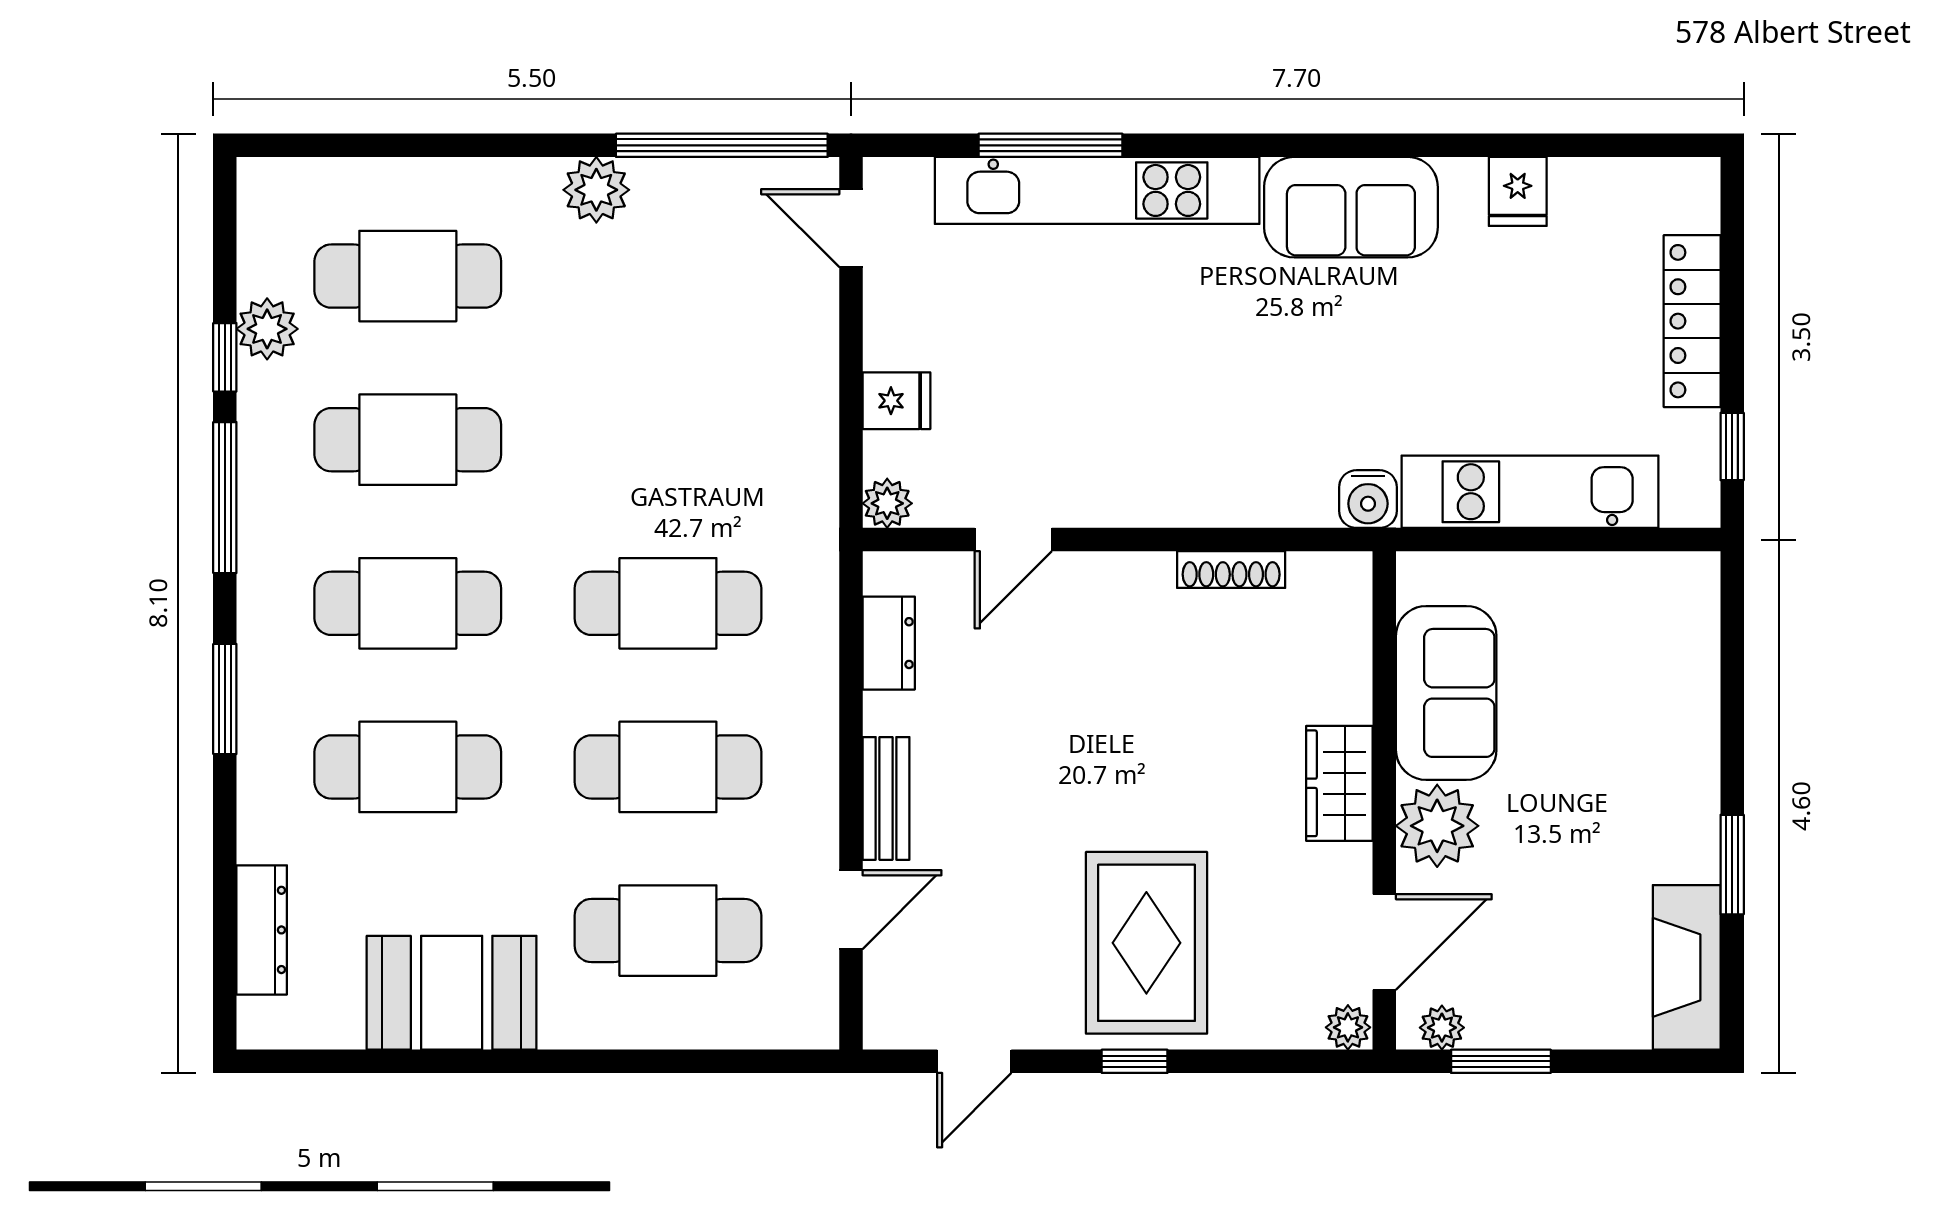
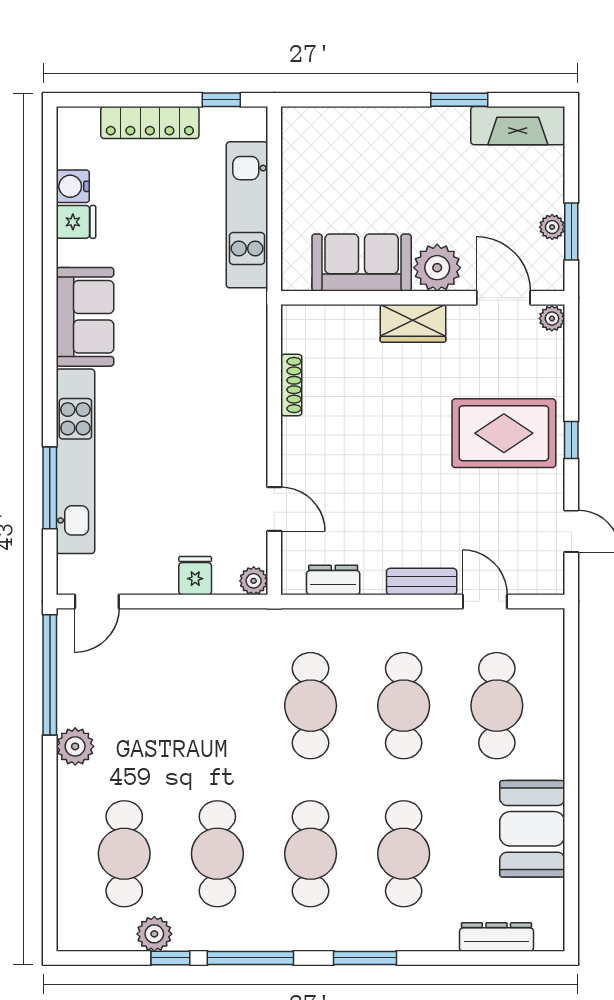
water cooler: (1368, 499) -> (73, 186), moved, turned 180
plant: (1442, 1028) -> (552, 227), moved

